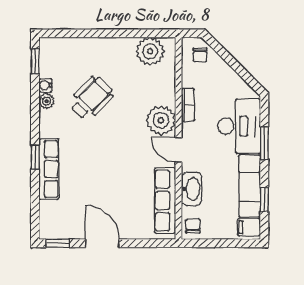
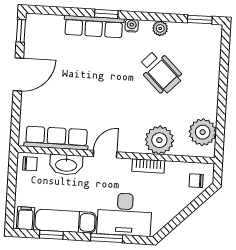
water cooler: (45, 85) -> (132, 26), moved
plant: (161, 120) -> (159, 140), moved

